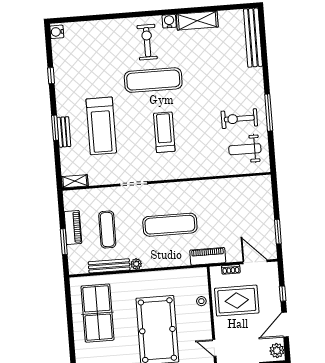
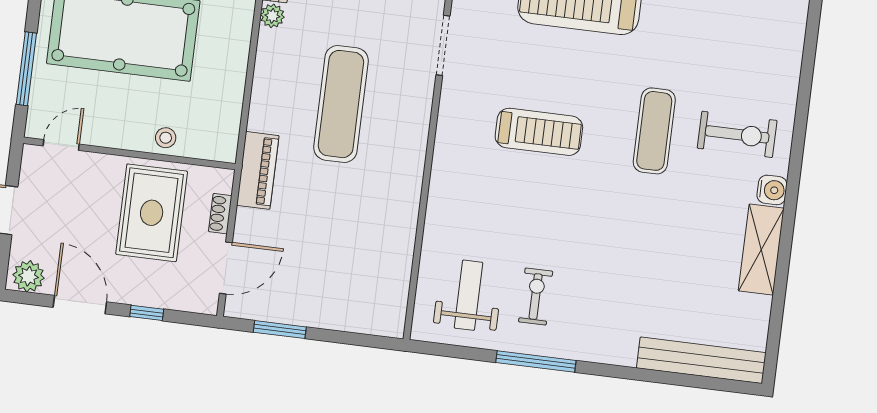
exercise mat: (153, 80) -> (654, 131), width x0.73, depth x0.69
exercise bike: (239, 119) -> (536, 297), width x0.73, depth x0.72

